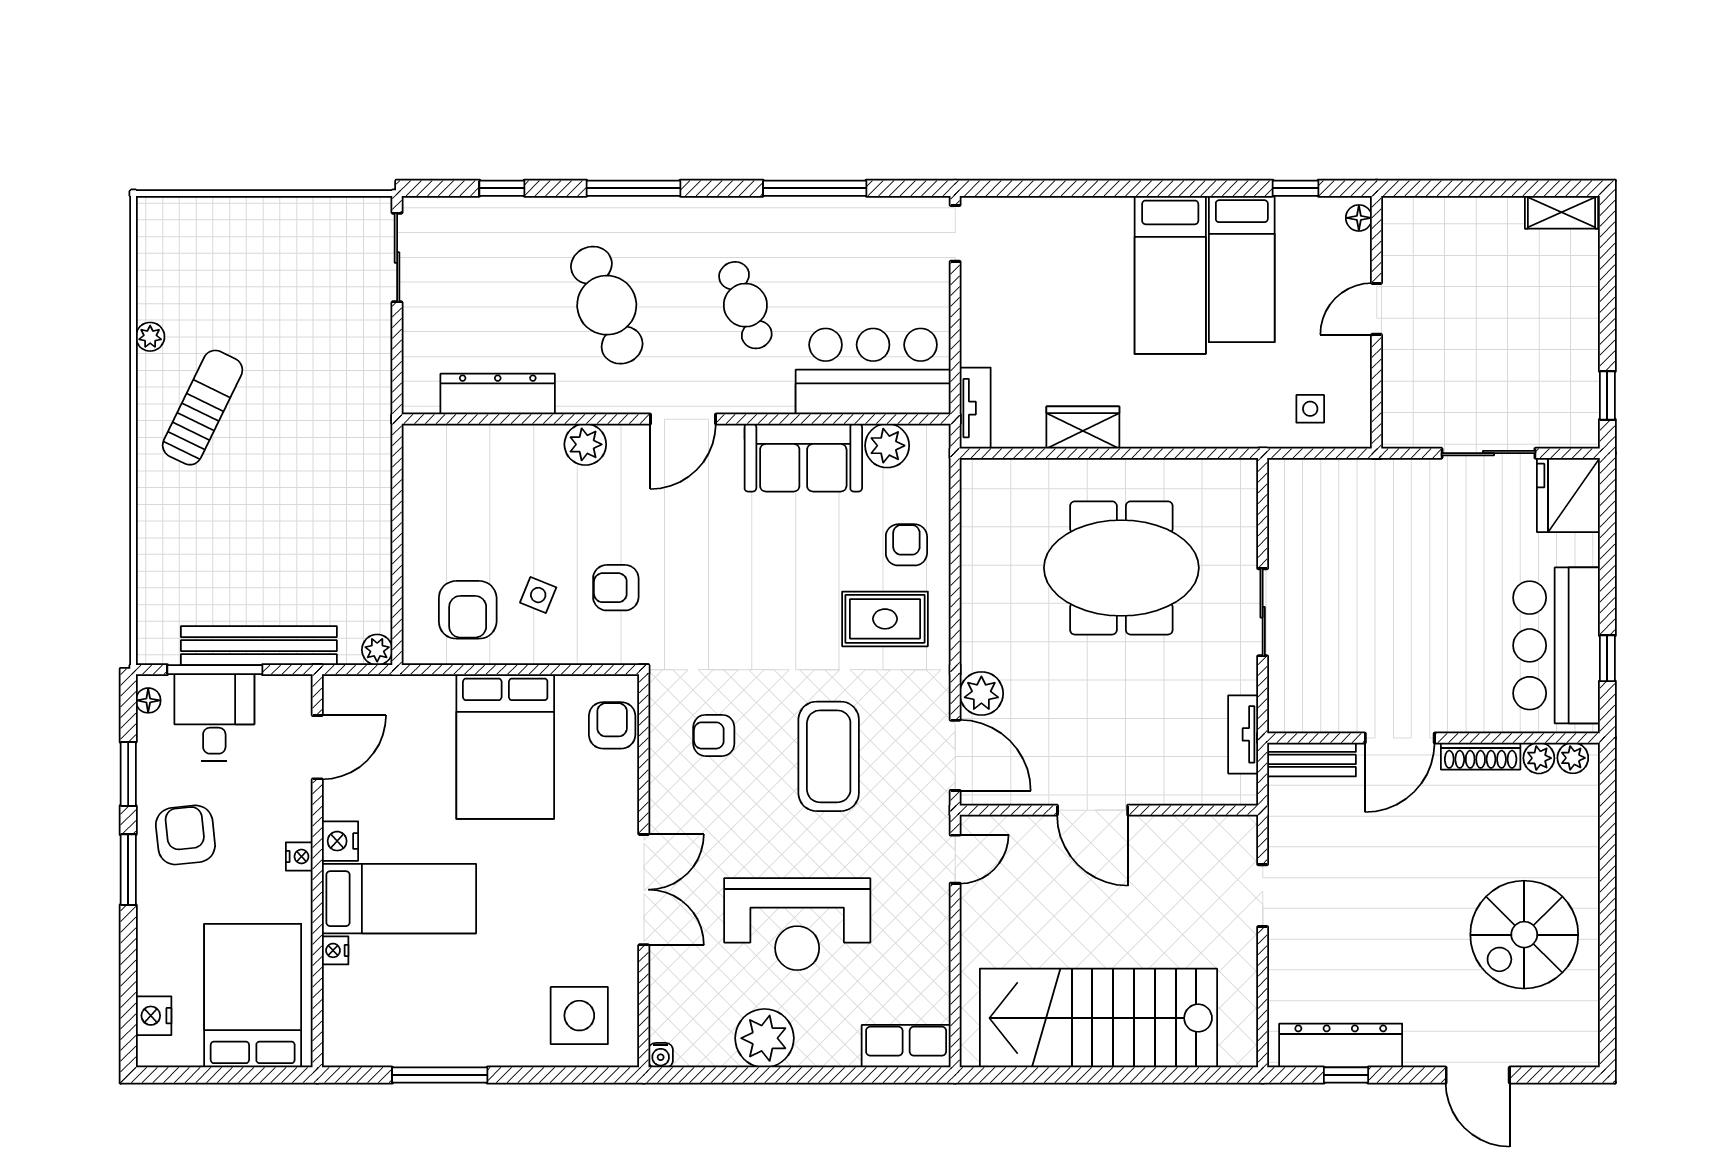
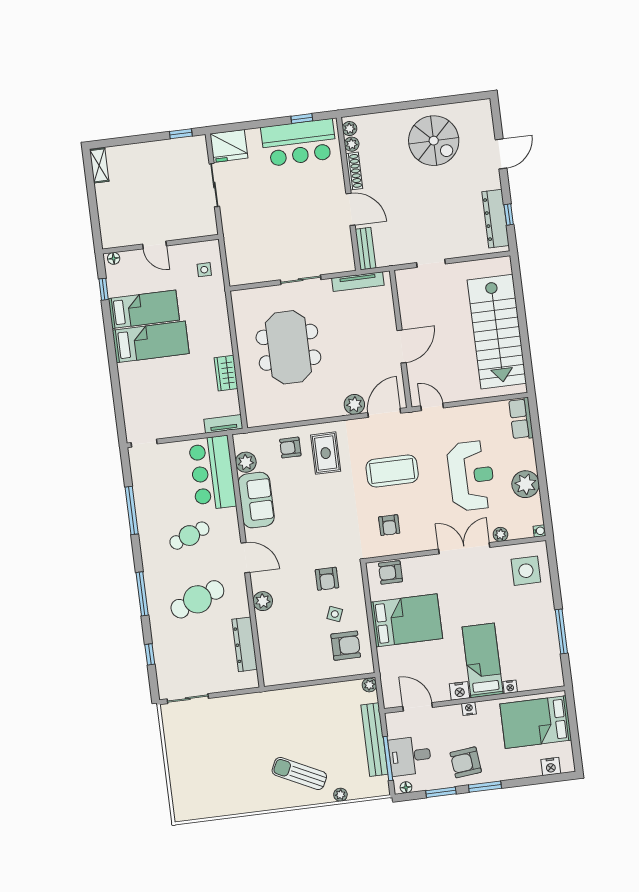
plant: (150, 337) -> (340, 795), moved
sun lounger: (203, 408) -> (299, 774), moved
tv unit: (1243, 734) -> (358, 282), width x1.41
plant: (664, 971) -> (500, 534), added

